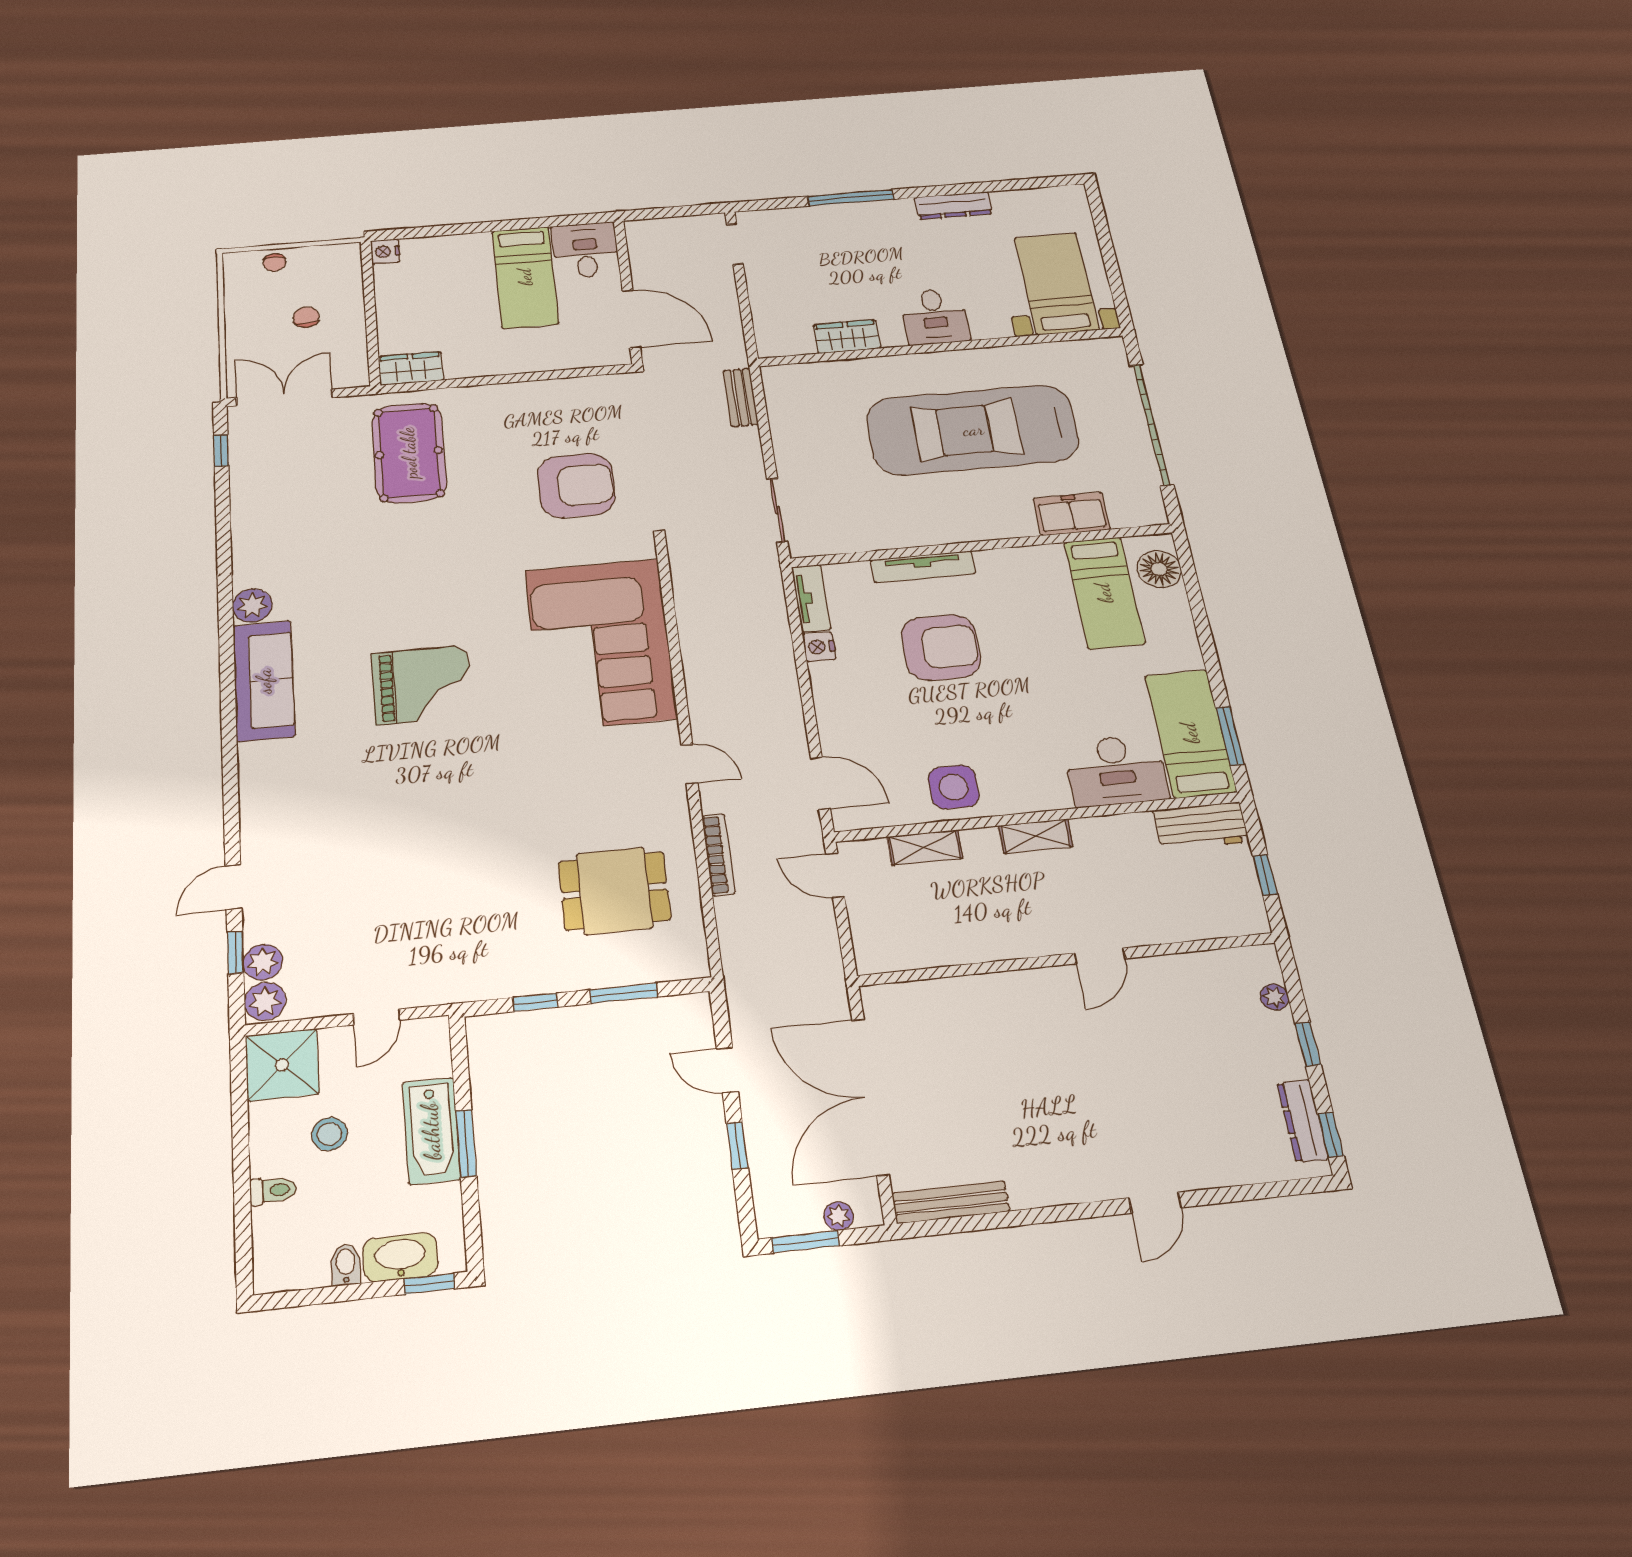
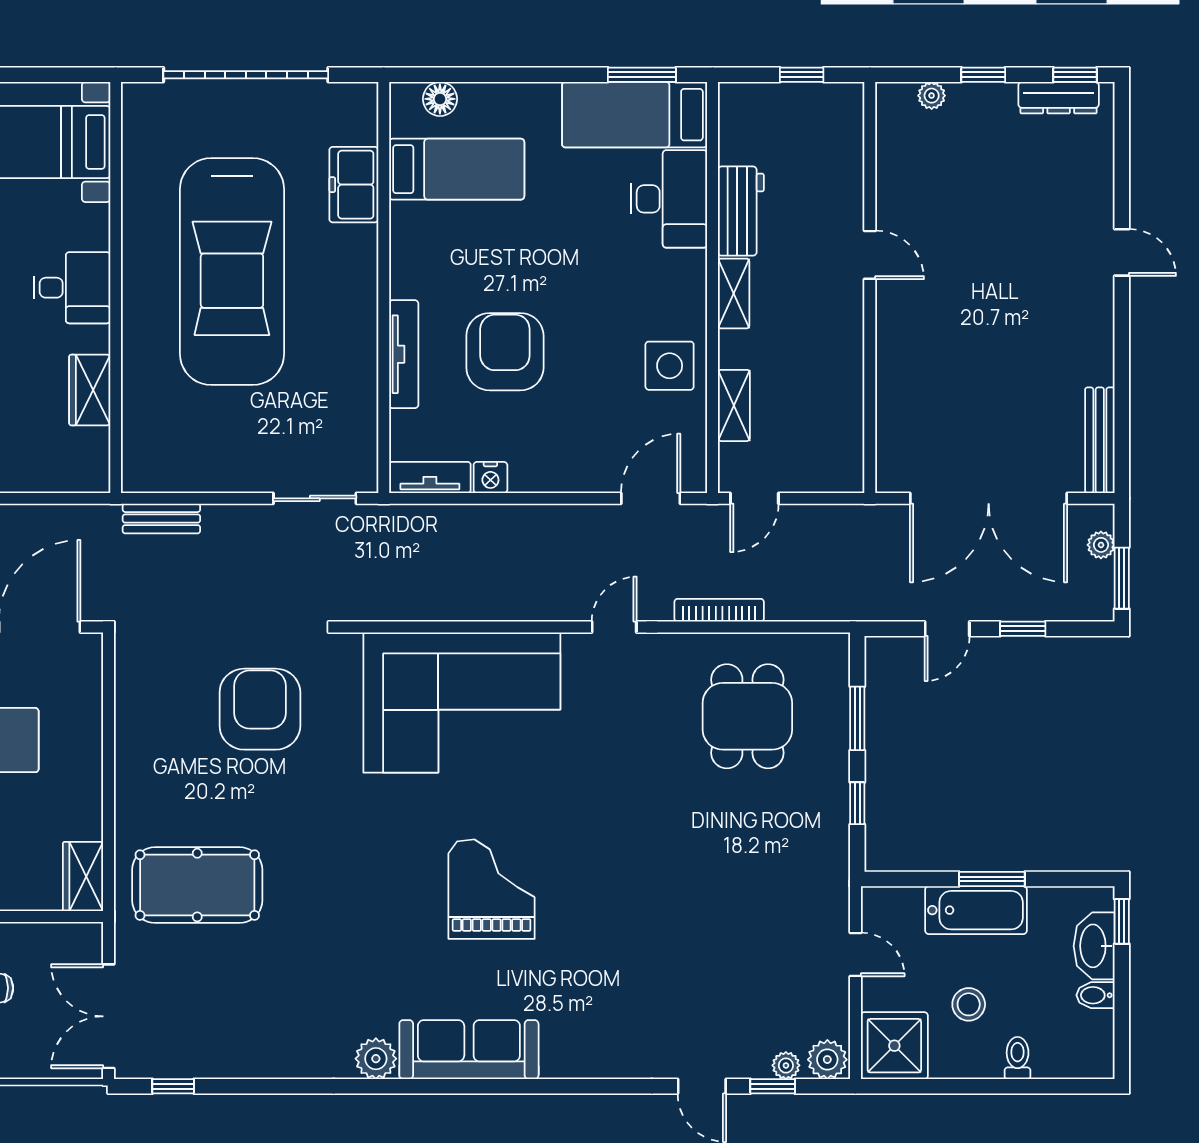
floor lamp: (1159, 569) -> (440, 99), width x0.73, depth x0.73
workbench: (1201, 826) -> (741, 211), moved
plant: (263, 962) -> (786, 1065), width x0.73, depth x0.73

